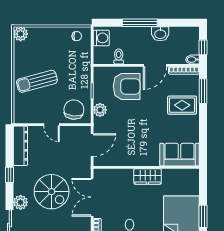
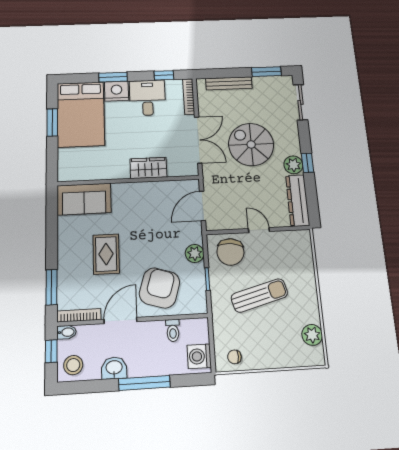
plant: (21, 34) -> (312, 335), moved
stool: (188, 37) -> (73, 365), added
sun lounger: (37, 81) -> (259, 295), moved
armchair: (127, 86) -> (160, 288), turned 107
rug: (182, 105) -> (106, 254), moved, turned 90
wardrobe: (148, 176) -> (148, 168), moved
plant: (21, 202) -> (293, 165), moved

